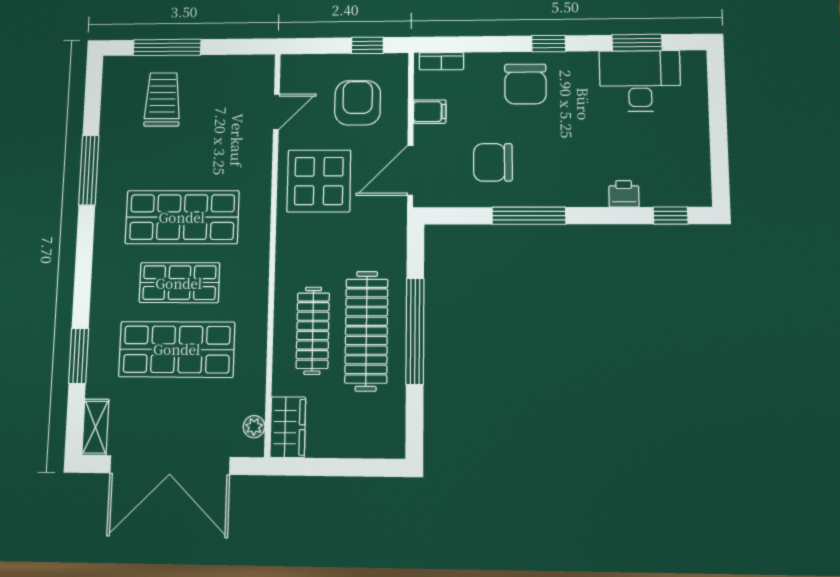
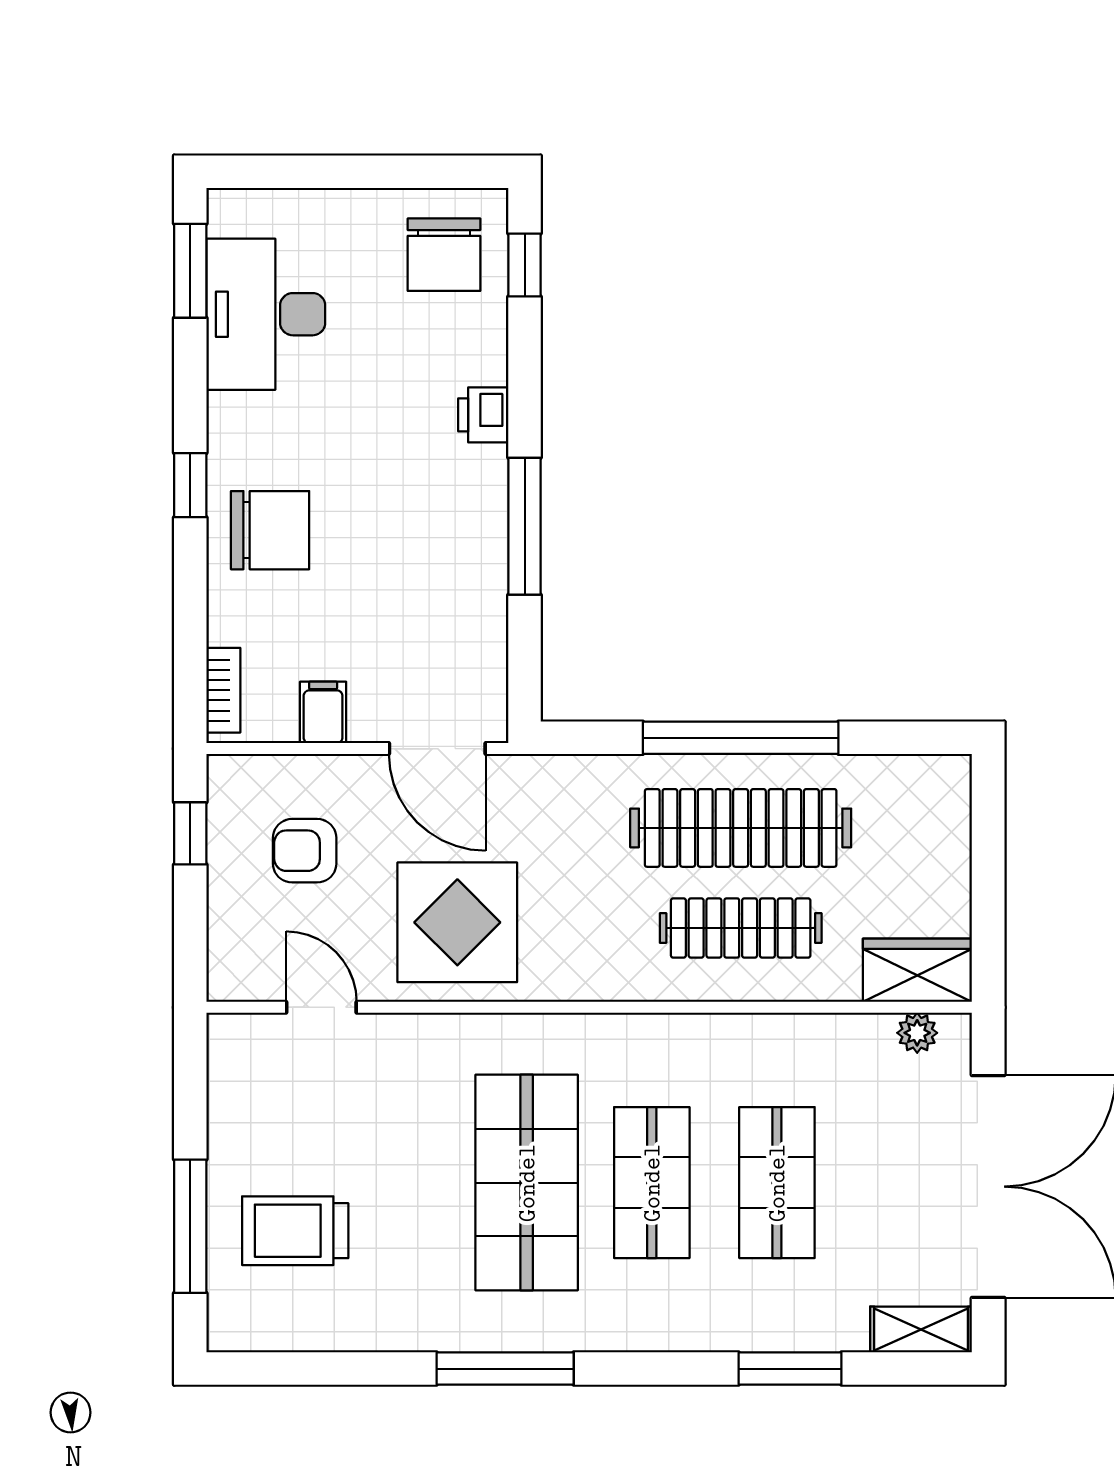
window: (637, 43) -> (190, 271), moved
armchair: (358, 103) -> (305, 851), width x0.72, depth x0.72
chair: (493, 162) -> (444, 255), moved
window: (89, 170) -> (505, 1369), moved
printer: (624, 194) -> (483, 415), moved
shop shelf: (177, 349) -> (777, 1183), width x0.70, depth x0.74

